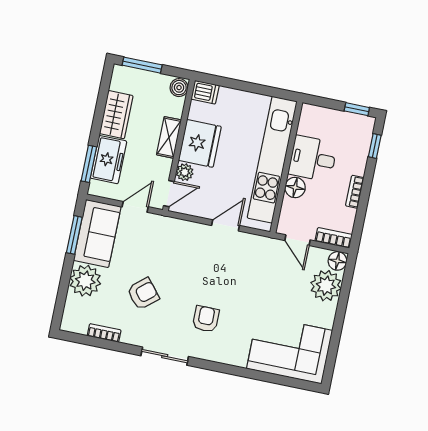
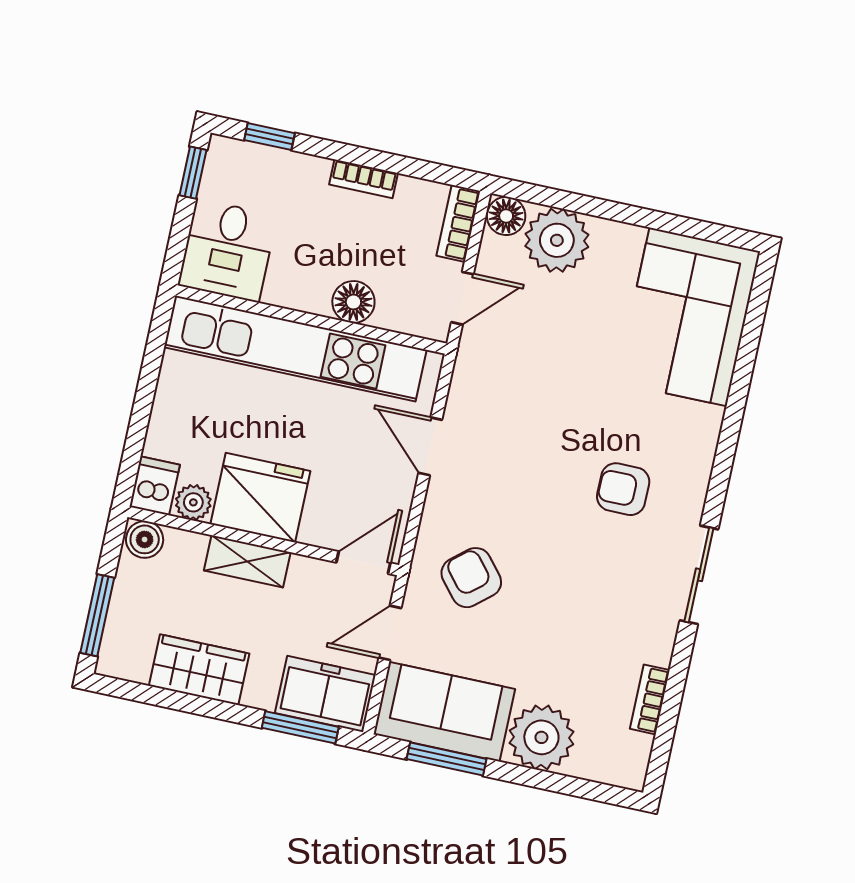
desk: (313, 159) -> (227, 250), moved
freezer: (108, 160) -> (325, 694), moved
plant: (185, 172) -> (193, 502), moved
door: (169, 194) -> (363, 563), hinge flipped
door: (135, 207) -> (390, 633), hinge flipped
armchair: (143, 294) -> (471, 578), moved

